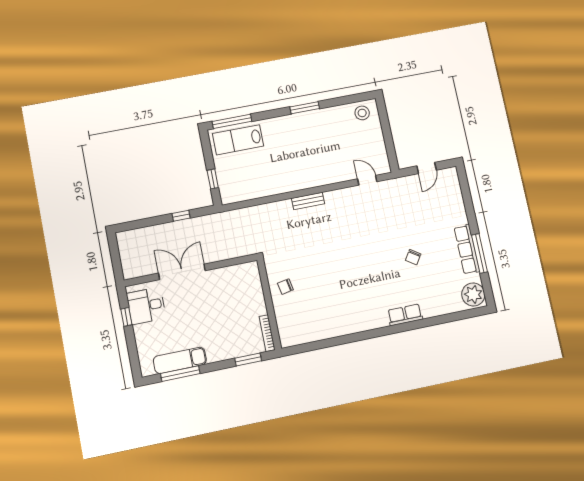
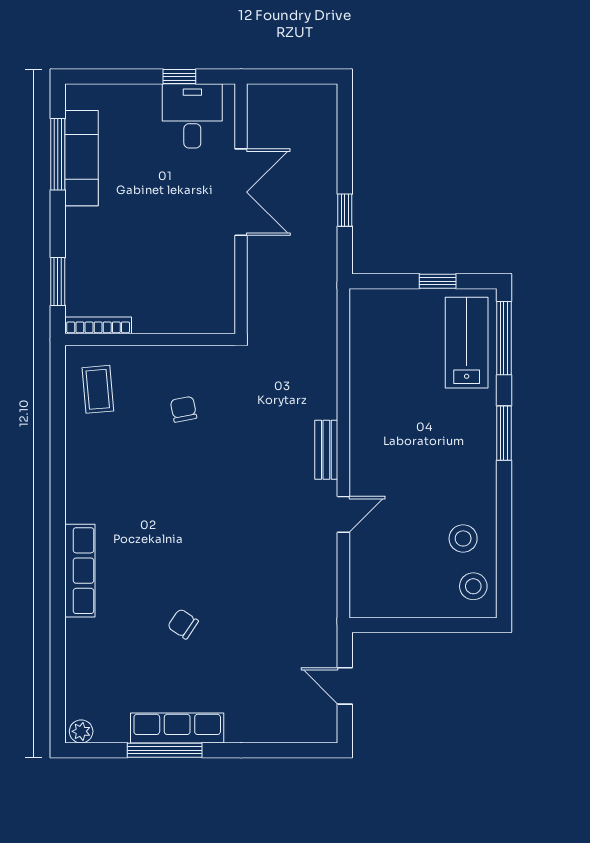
window: (305, 108) -> (504, 433), moved
stool: (339, 123) -> (463, 538), added
window: (213, 179) -> (438, 281), moved
door: (367, 180) -> (343, 514), moved
chair: (285, 287) -> (184, 409), moved
plant: (473, 294) -> (81, 731), width x0.53, depth x0.53
row of seats: (405, 315) -> (80, 571), width x1.48
coffee table: (301, 326) -> (98, 389), added

